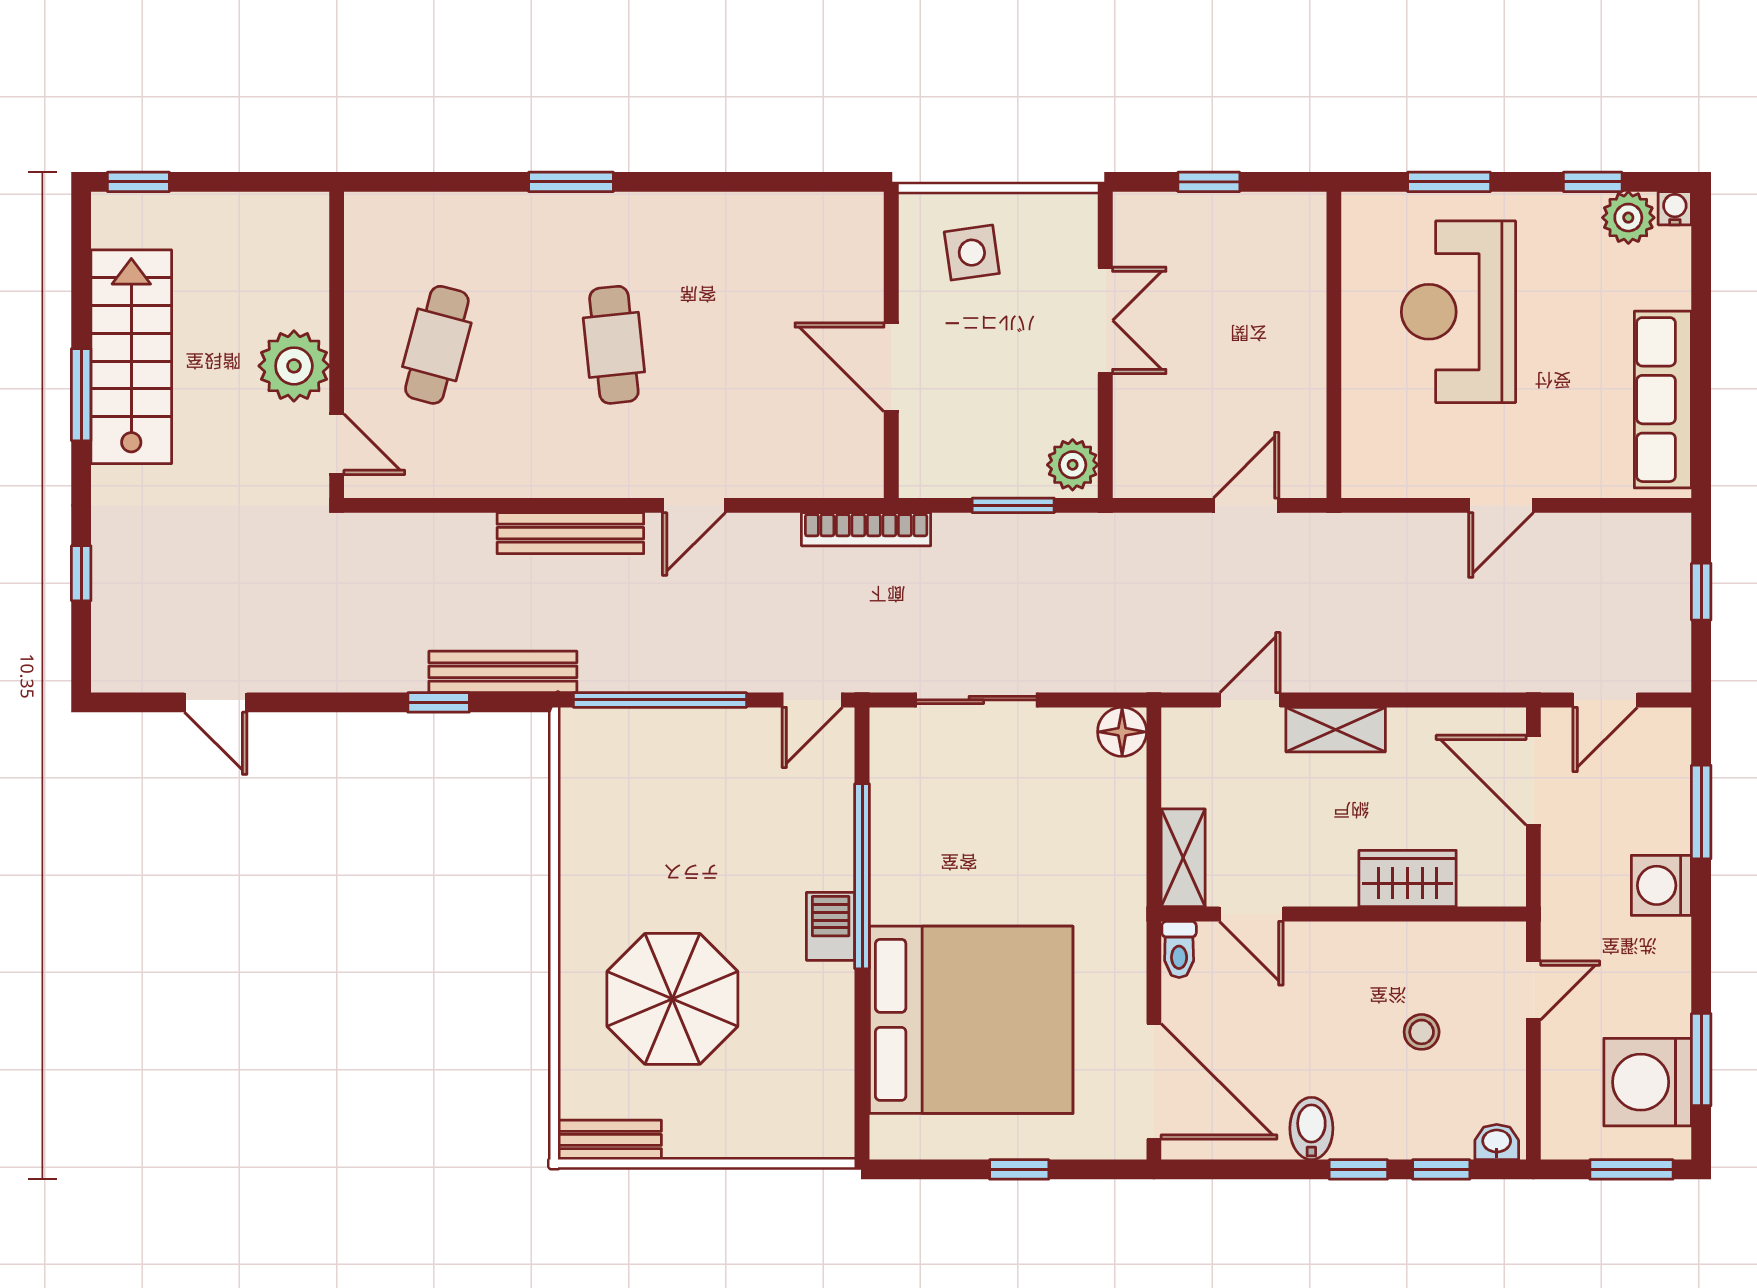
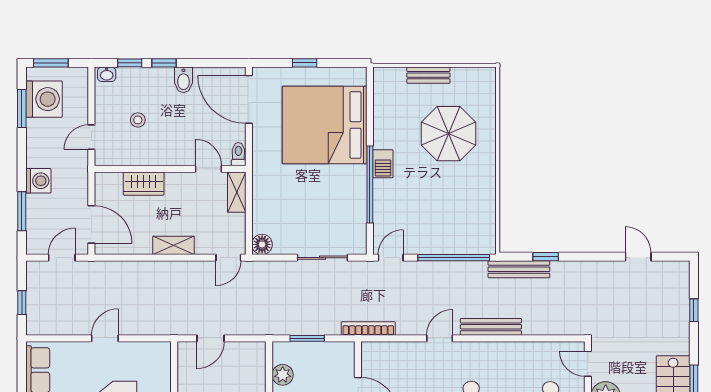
plant: (1073, 465) -> (283, 375), moved
door: (1250, 700) -> (228, 258), moved
bench: (610, 1140) -> (428, 75), moved

